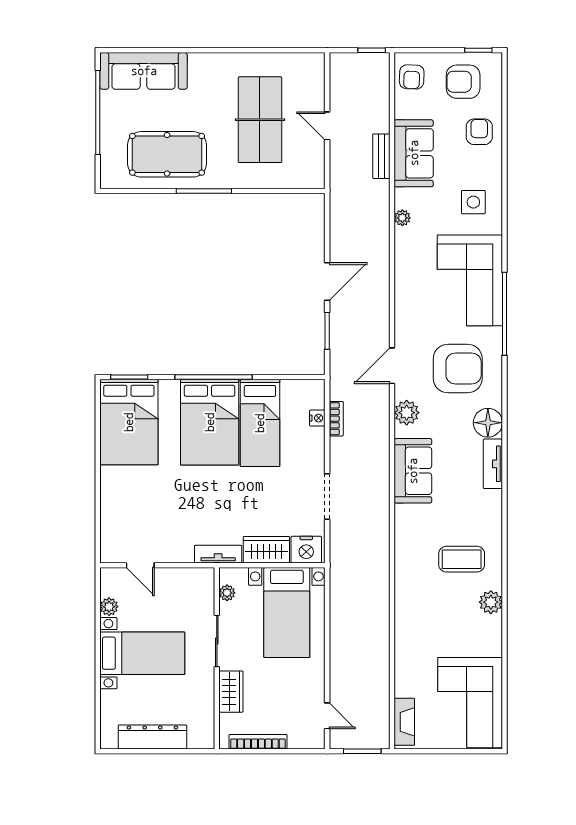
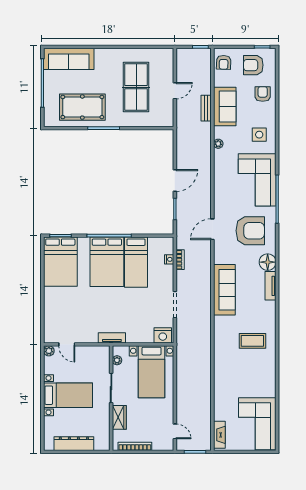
door: (327, 126) -> (175, 91), swing flipped
plant: (407, 413) -> (221, 256), removed
sofa: (413, 471) -> (224, 290), width x1.36
wardrobe: (266, 550) -> (140, 335), removed
plant: (491, 602) -> (269, 366), removed
plant: (109, 607) -> (49, 351), moved

